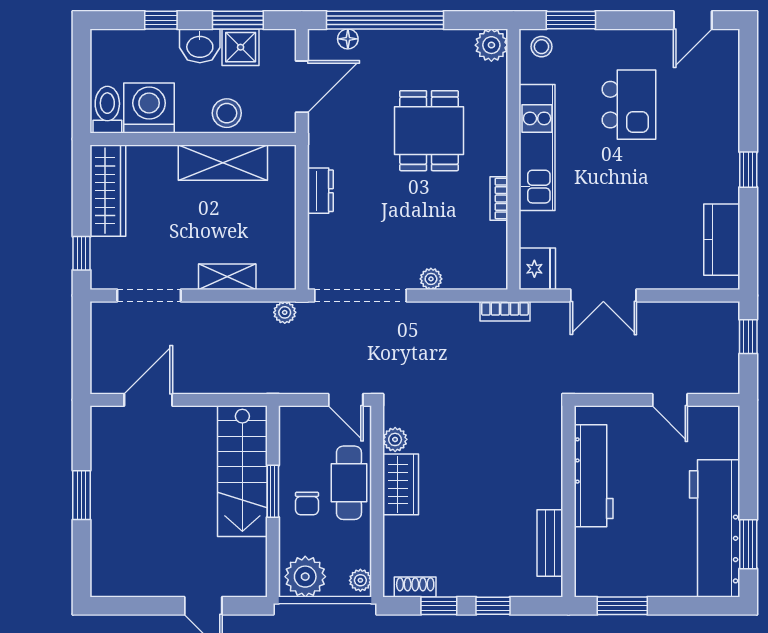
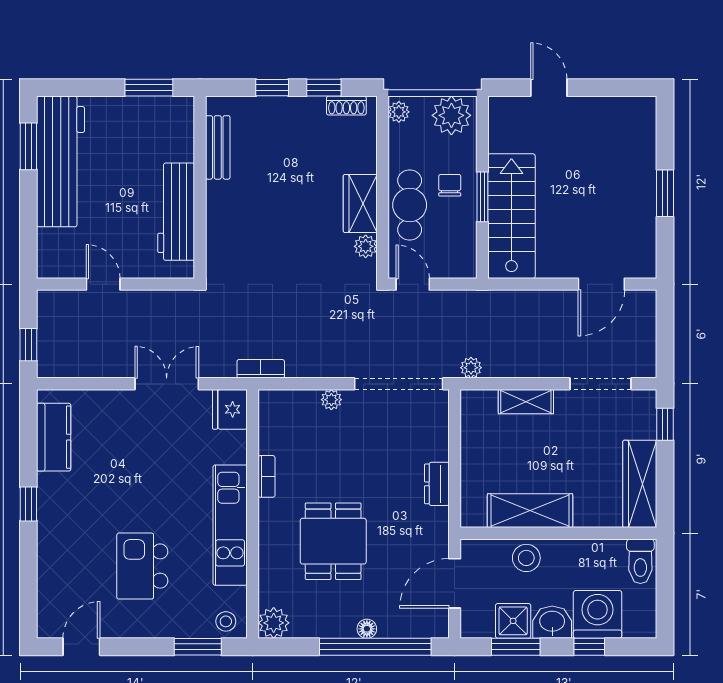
floor lamp: (348, 39) -> (367, 629), moved
washing machine: (149, 108) -> (598, 614), moved, turned 180

